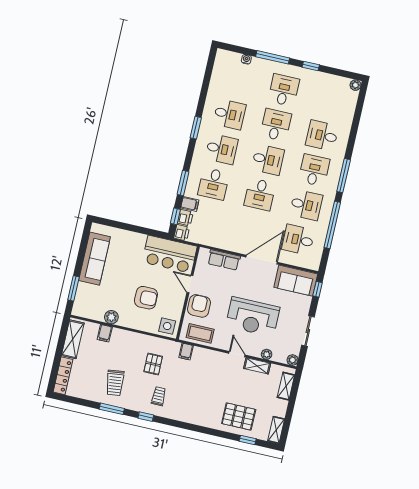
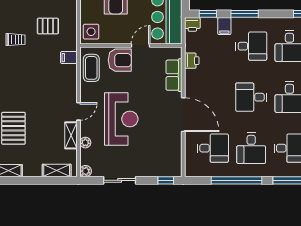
desk: (214, 184) -> (251, 46), turned 180
printer: (185, 218) -> (192, 61), moved, turned -90
desk: (298, 240) -> (213, 148), turned 90
sofa: (296, 281) -> (169, 155), removed
reception desk: (253, 317) -> (121, 119), turned 180

